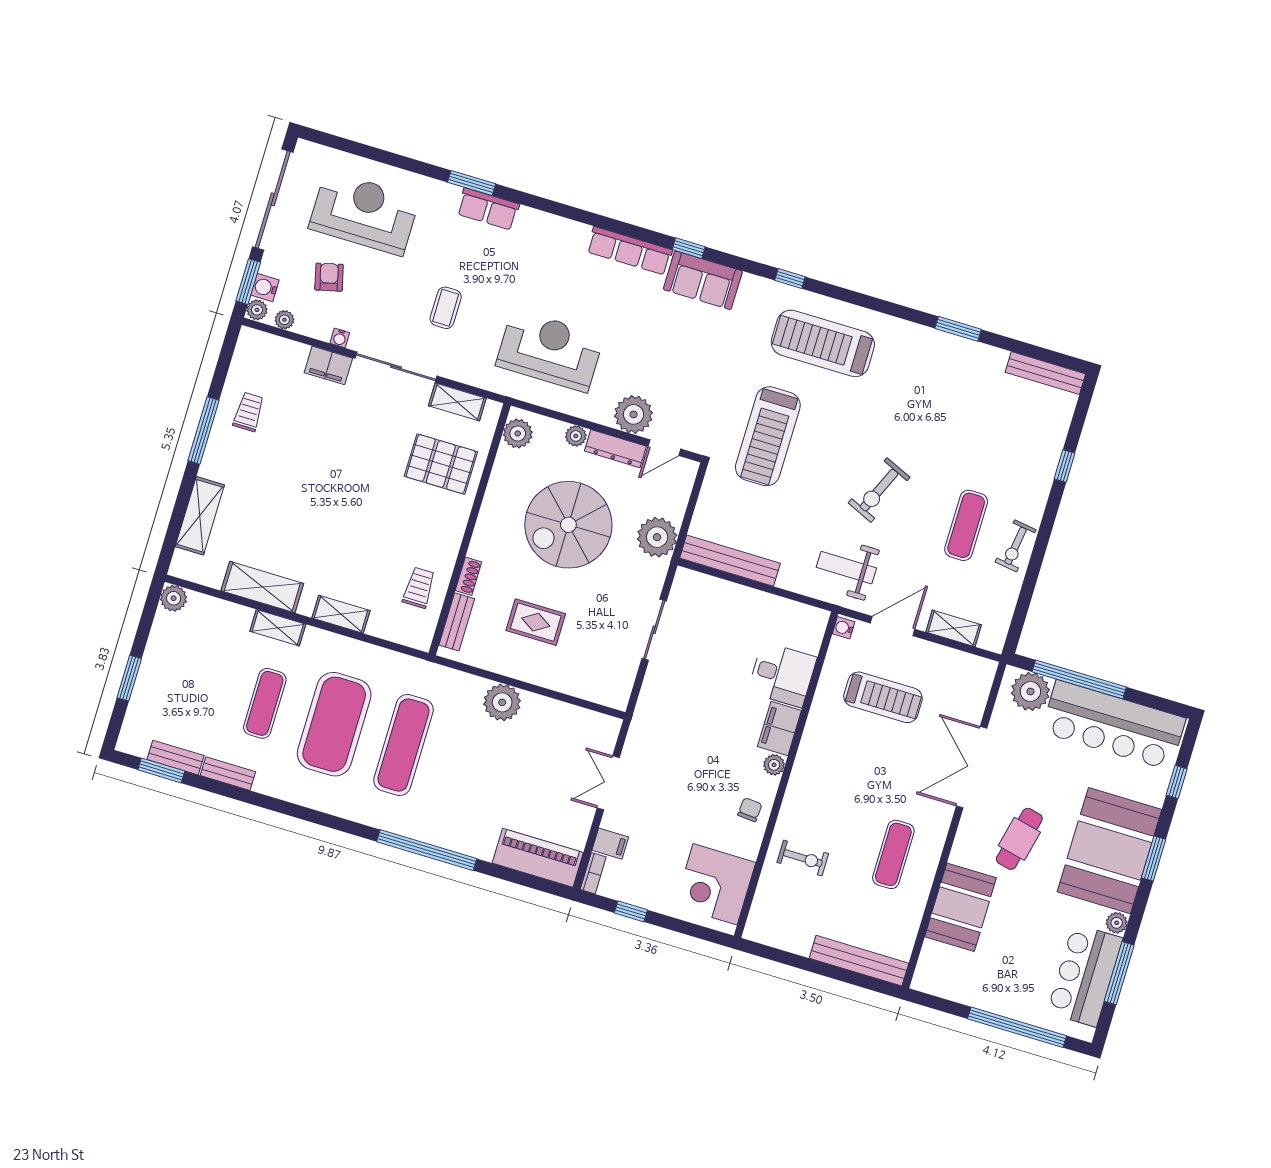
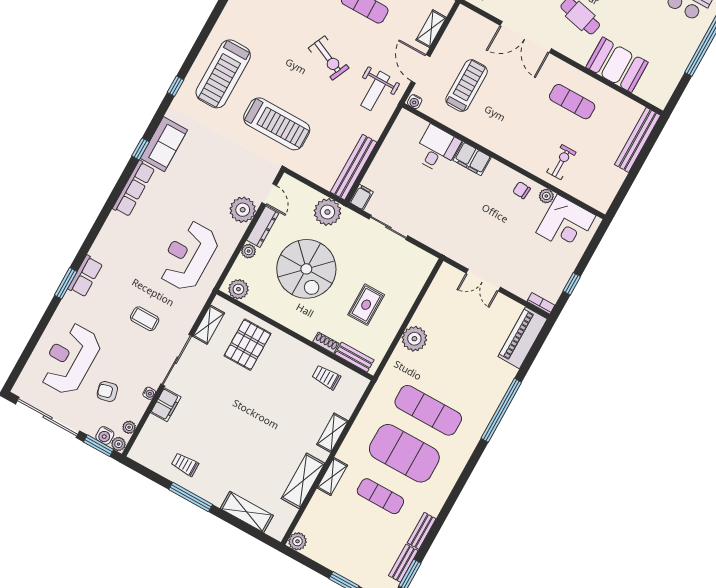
plant: (774, 765) -> (546, 196), moved
filing cabinet: (610, 844) -> (361, 197), moved

